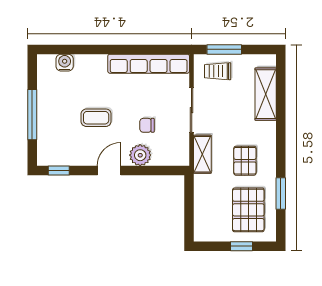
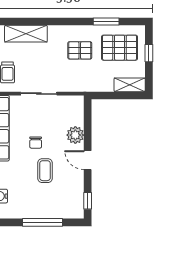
chair: (147, 125) -> (36, 143), moved
shelving: (202, 154) -> (130, 85), moved

